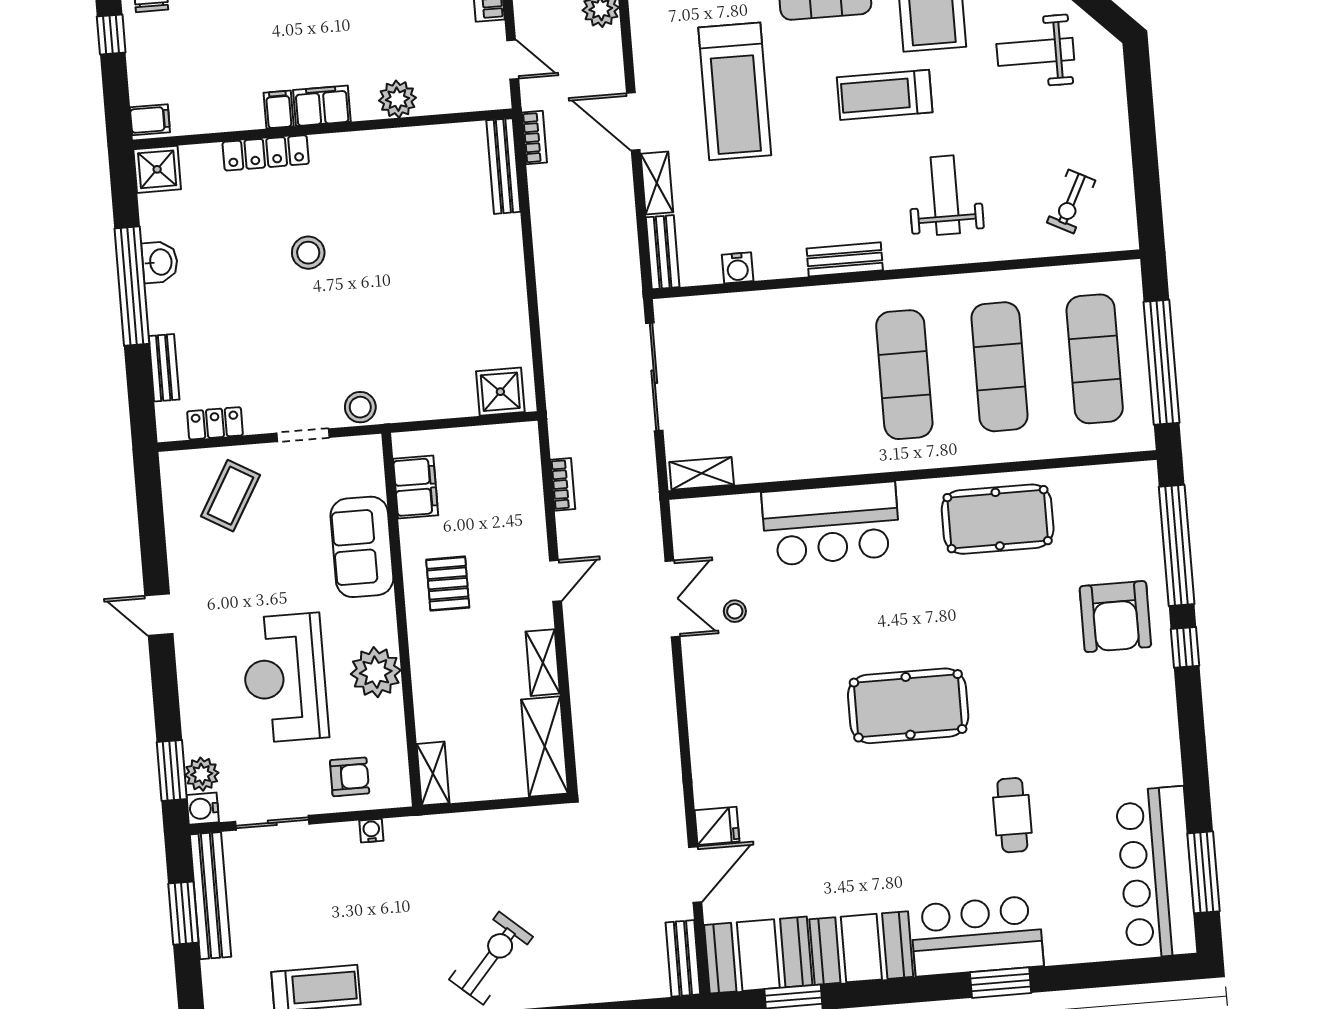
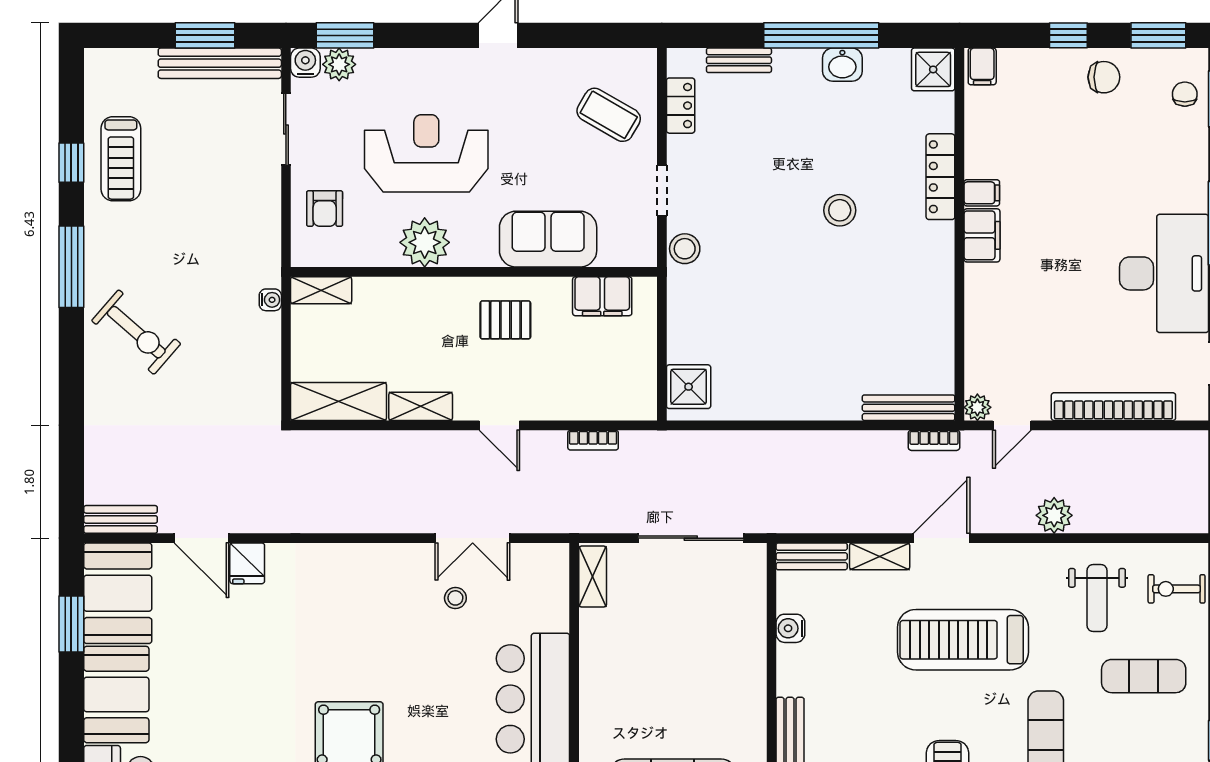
plant: (397, 99) -> (977, 407), moved, width x0.73, depth x0.73
water cooler: (371, 831) -> (270, 300), moved

